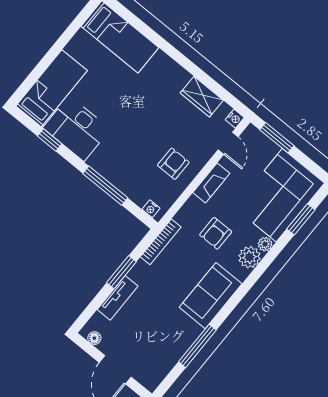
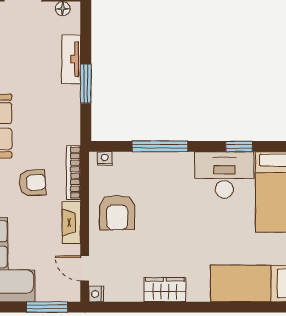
wardrobe: (202, 97) -> (165, 290), moved
armchair: (173, 164) -> (117, 213), width x1.38, depth x1.38
armchair: (216, 233) -> (32, 183), turned 87
bookcase: (161, 242) -> (73, 172), moved

